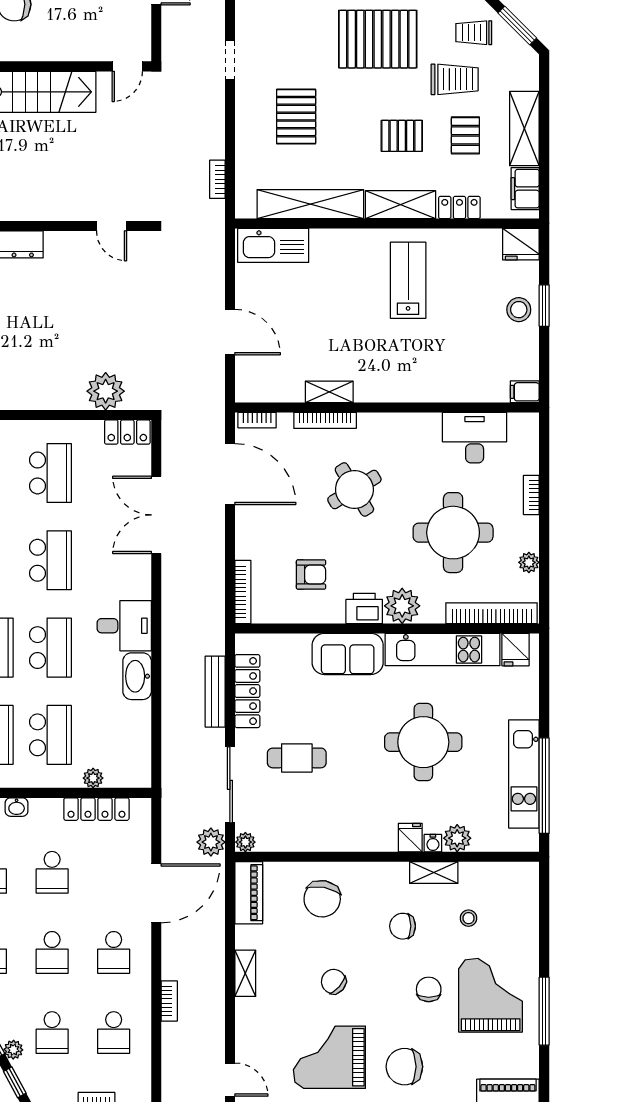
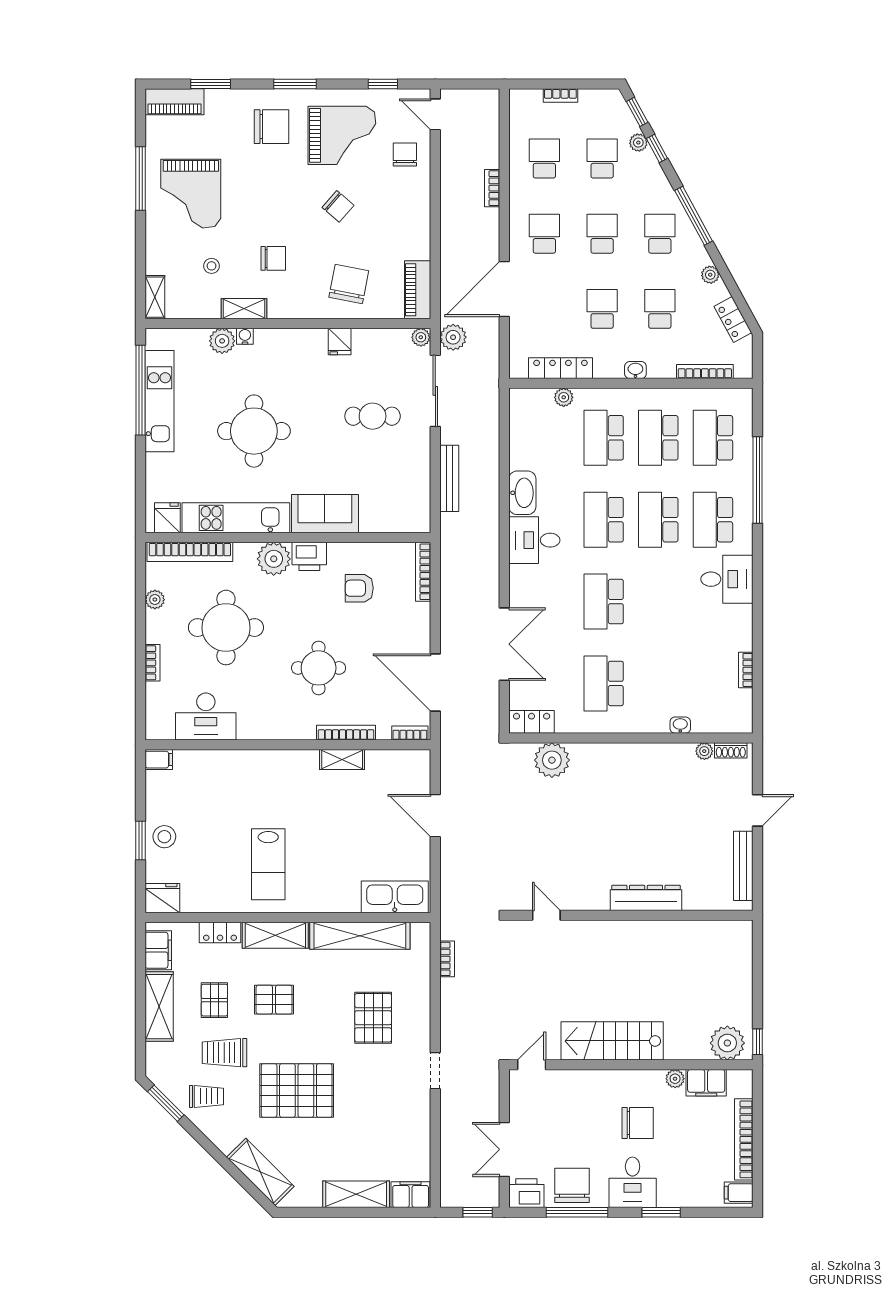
round table: (354, 489) -> (319, 668), turned 31
locker: (247, 691) -> (419, 479), removed
fridge: (410, 838) -> (340, 341), moved
shelving: (245, 973) -> (155, 297), moved
chair: (429, 989) -> (405, 154), moved, turned 180

